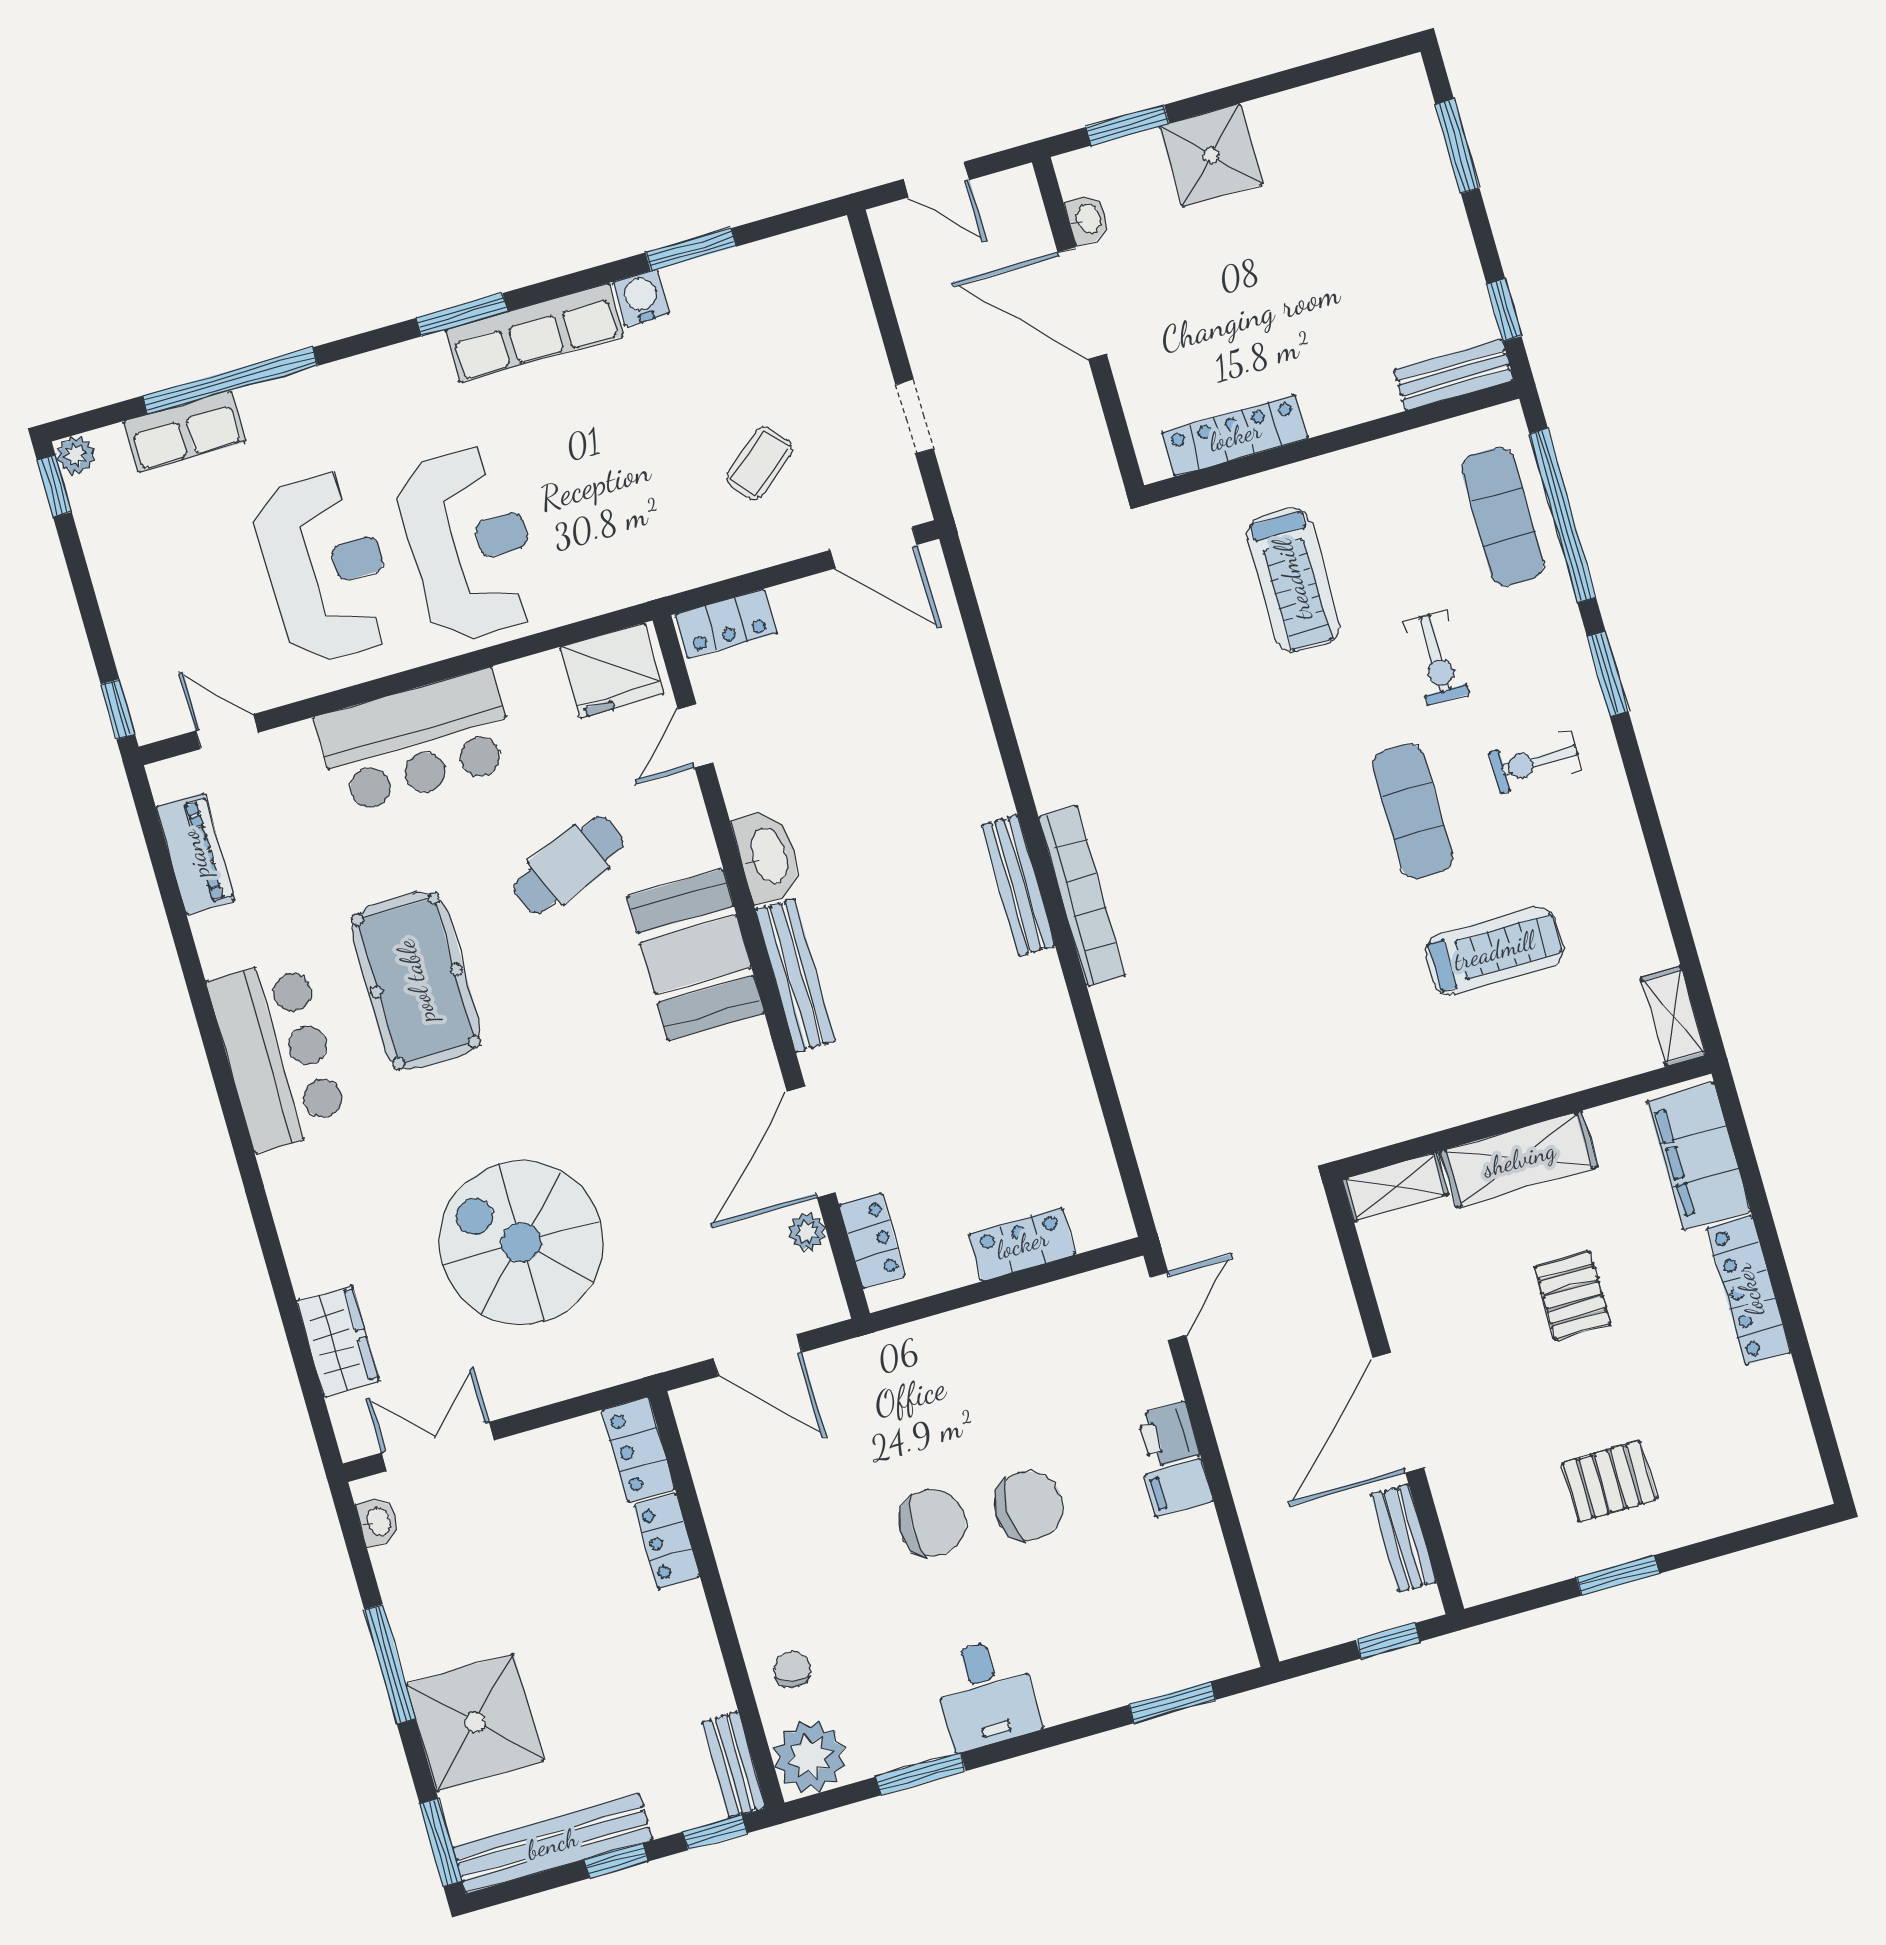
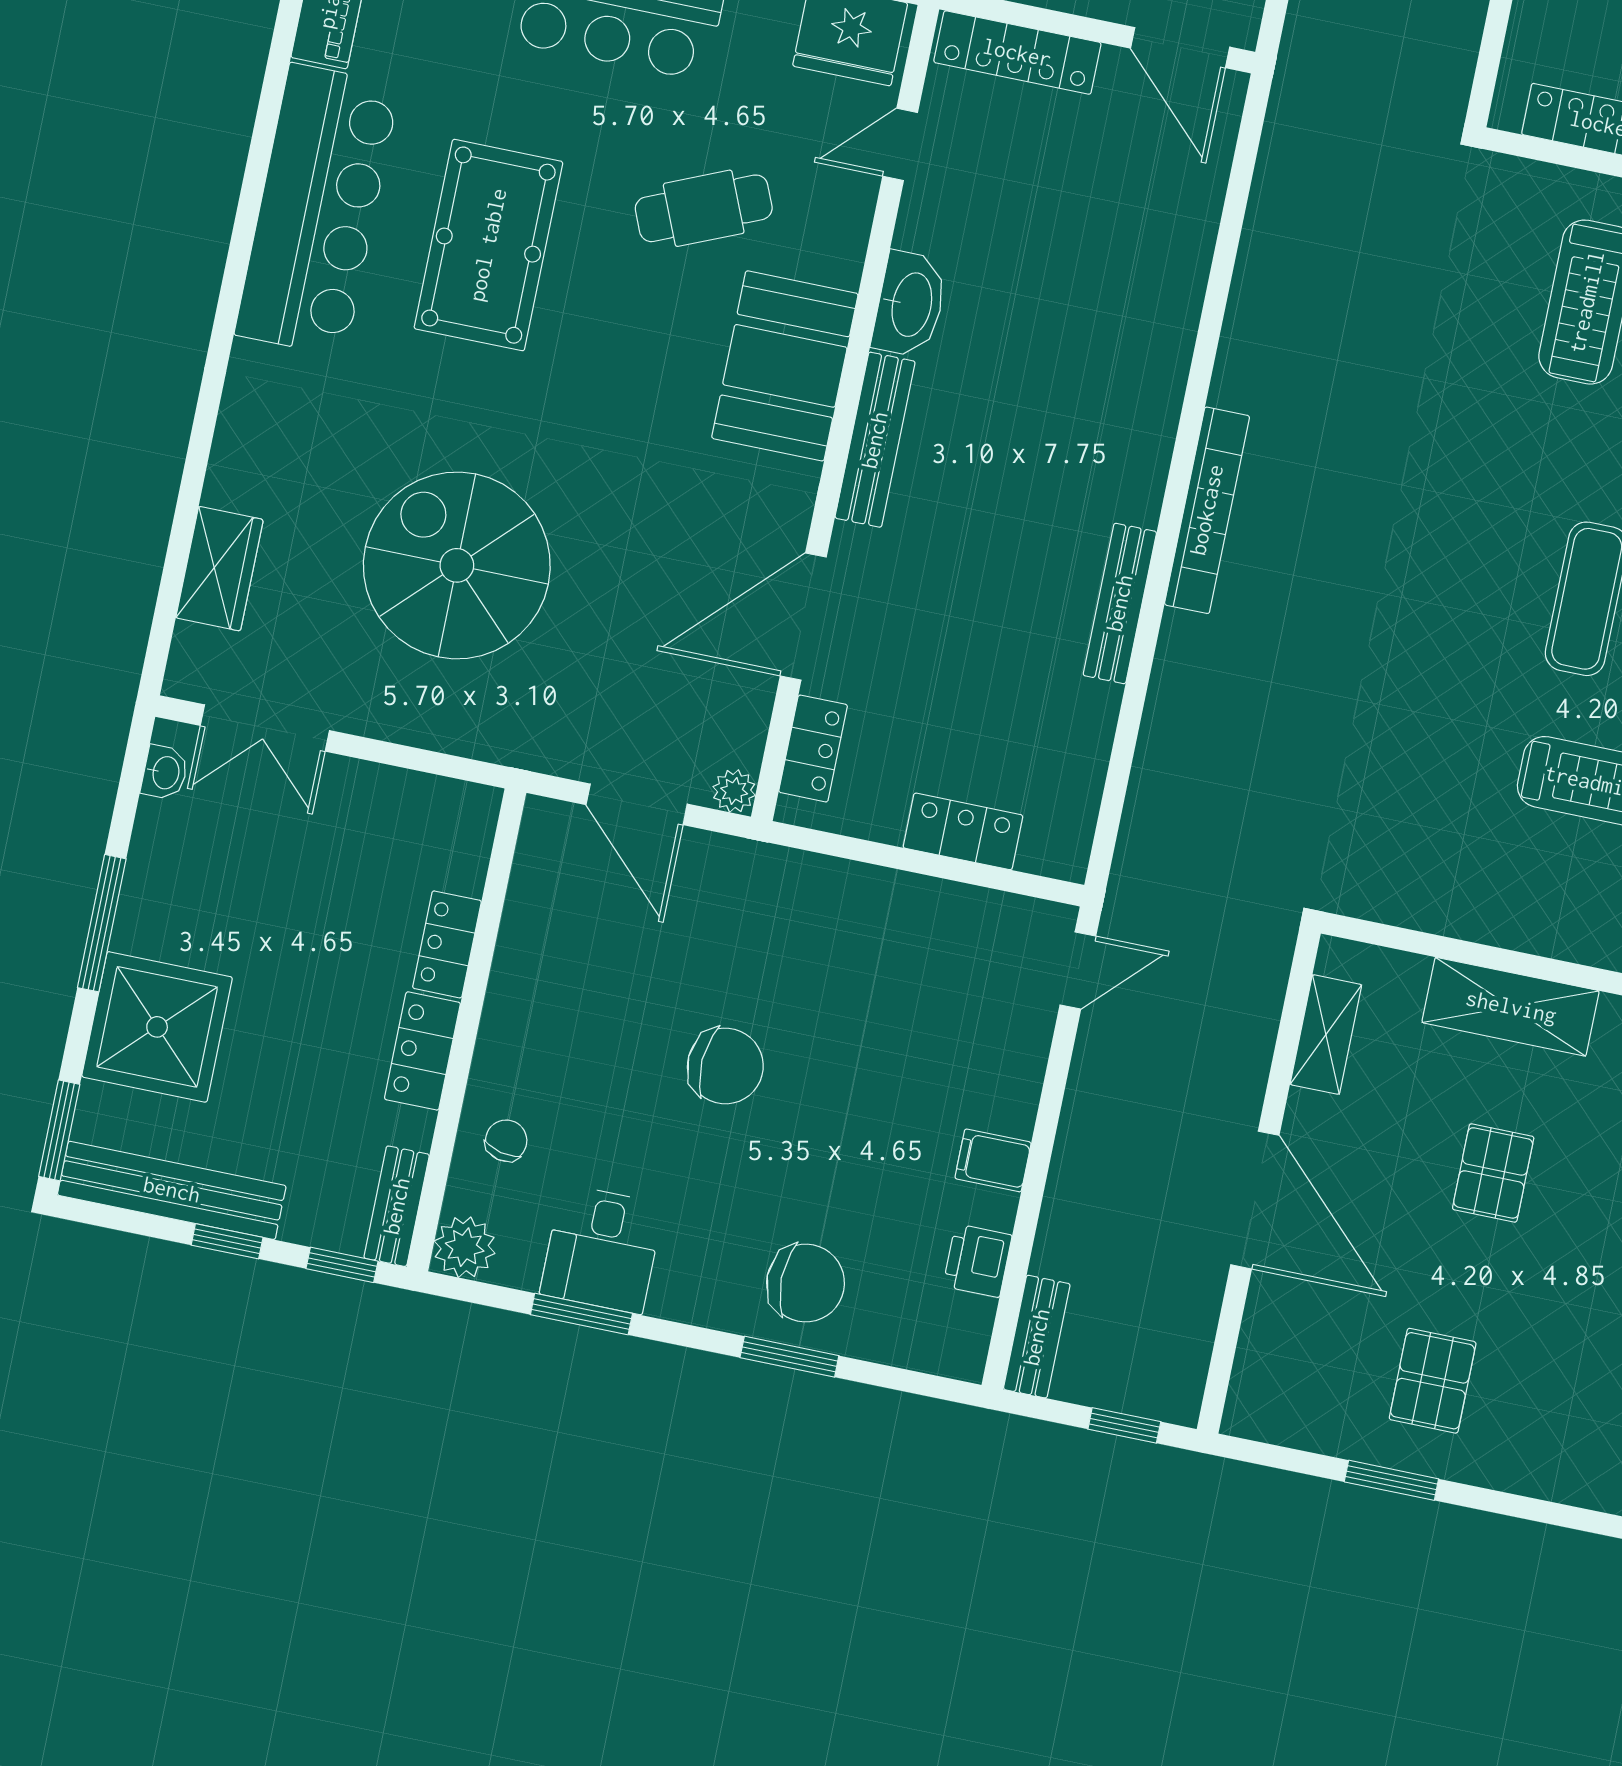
locker: (726, 624) -> (1017, 53), width x1.53
bench: (1018, 886) -> (1120, 603), moved
bar counter: (278, 1054) -> (317, 210), width x1.36
shelving: (1395, 1187) -> (1326, 1035), moved, turned 90
plant: (807, 1232) -> (734, 791), moved
door: (1398, 1413) -> (1255, 1200), swing flipped
printer: (1168, 1435) -> (977, 1261), moved
double door: (438, 1447) -> (265, 728), swing flipped
locker: (638, 1450) -> (422, 1051), moved
pallet: (1609, 1481) -> (1433, 1381), turned 90
chair: (1029, 1506) -> (806, 1283), moved
bench: (1404, 1538) -> (1037, 1337), moved
desk: (986, 1694) -> (602, 1249), moved
window: (1172, 1702) -> (789, 1357), moved
plant: (810, 1757) -> (465, 1247), width x0.73, depth x0.73

